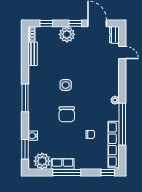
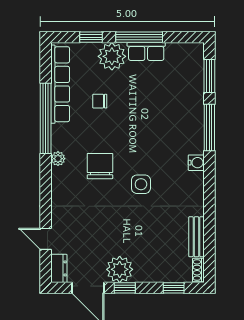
plant: (67, 34) -> (120, 269), moved
window: (25, 98) -> (209, 128), moved
chair: (67, 114) -> (100, 166), moved
water cooler: (33, 136) -> (196, 163), moved
plant: (42, 161) -> (112, 56), moved
window: (108, 172) -> (91, 37), moved

